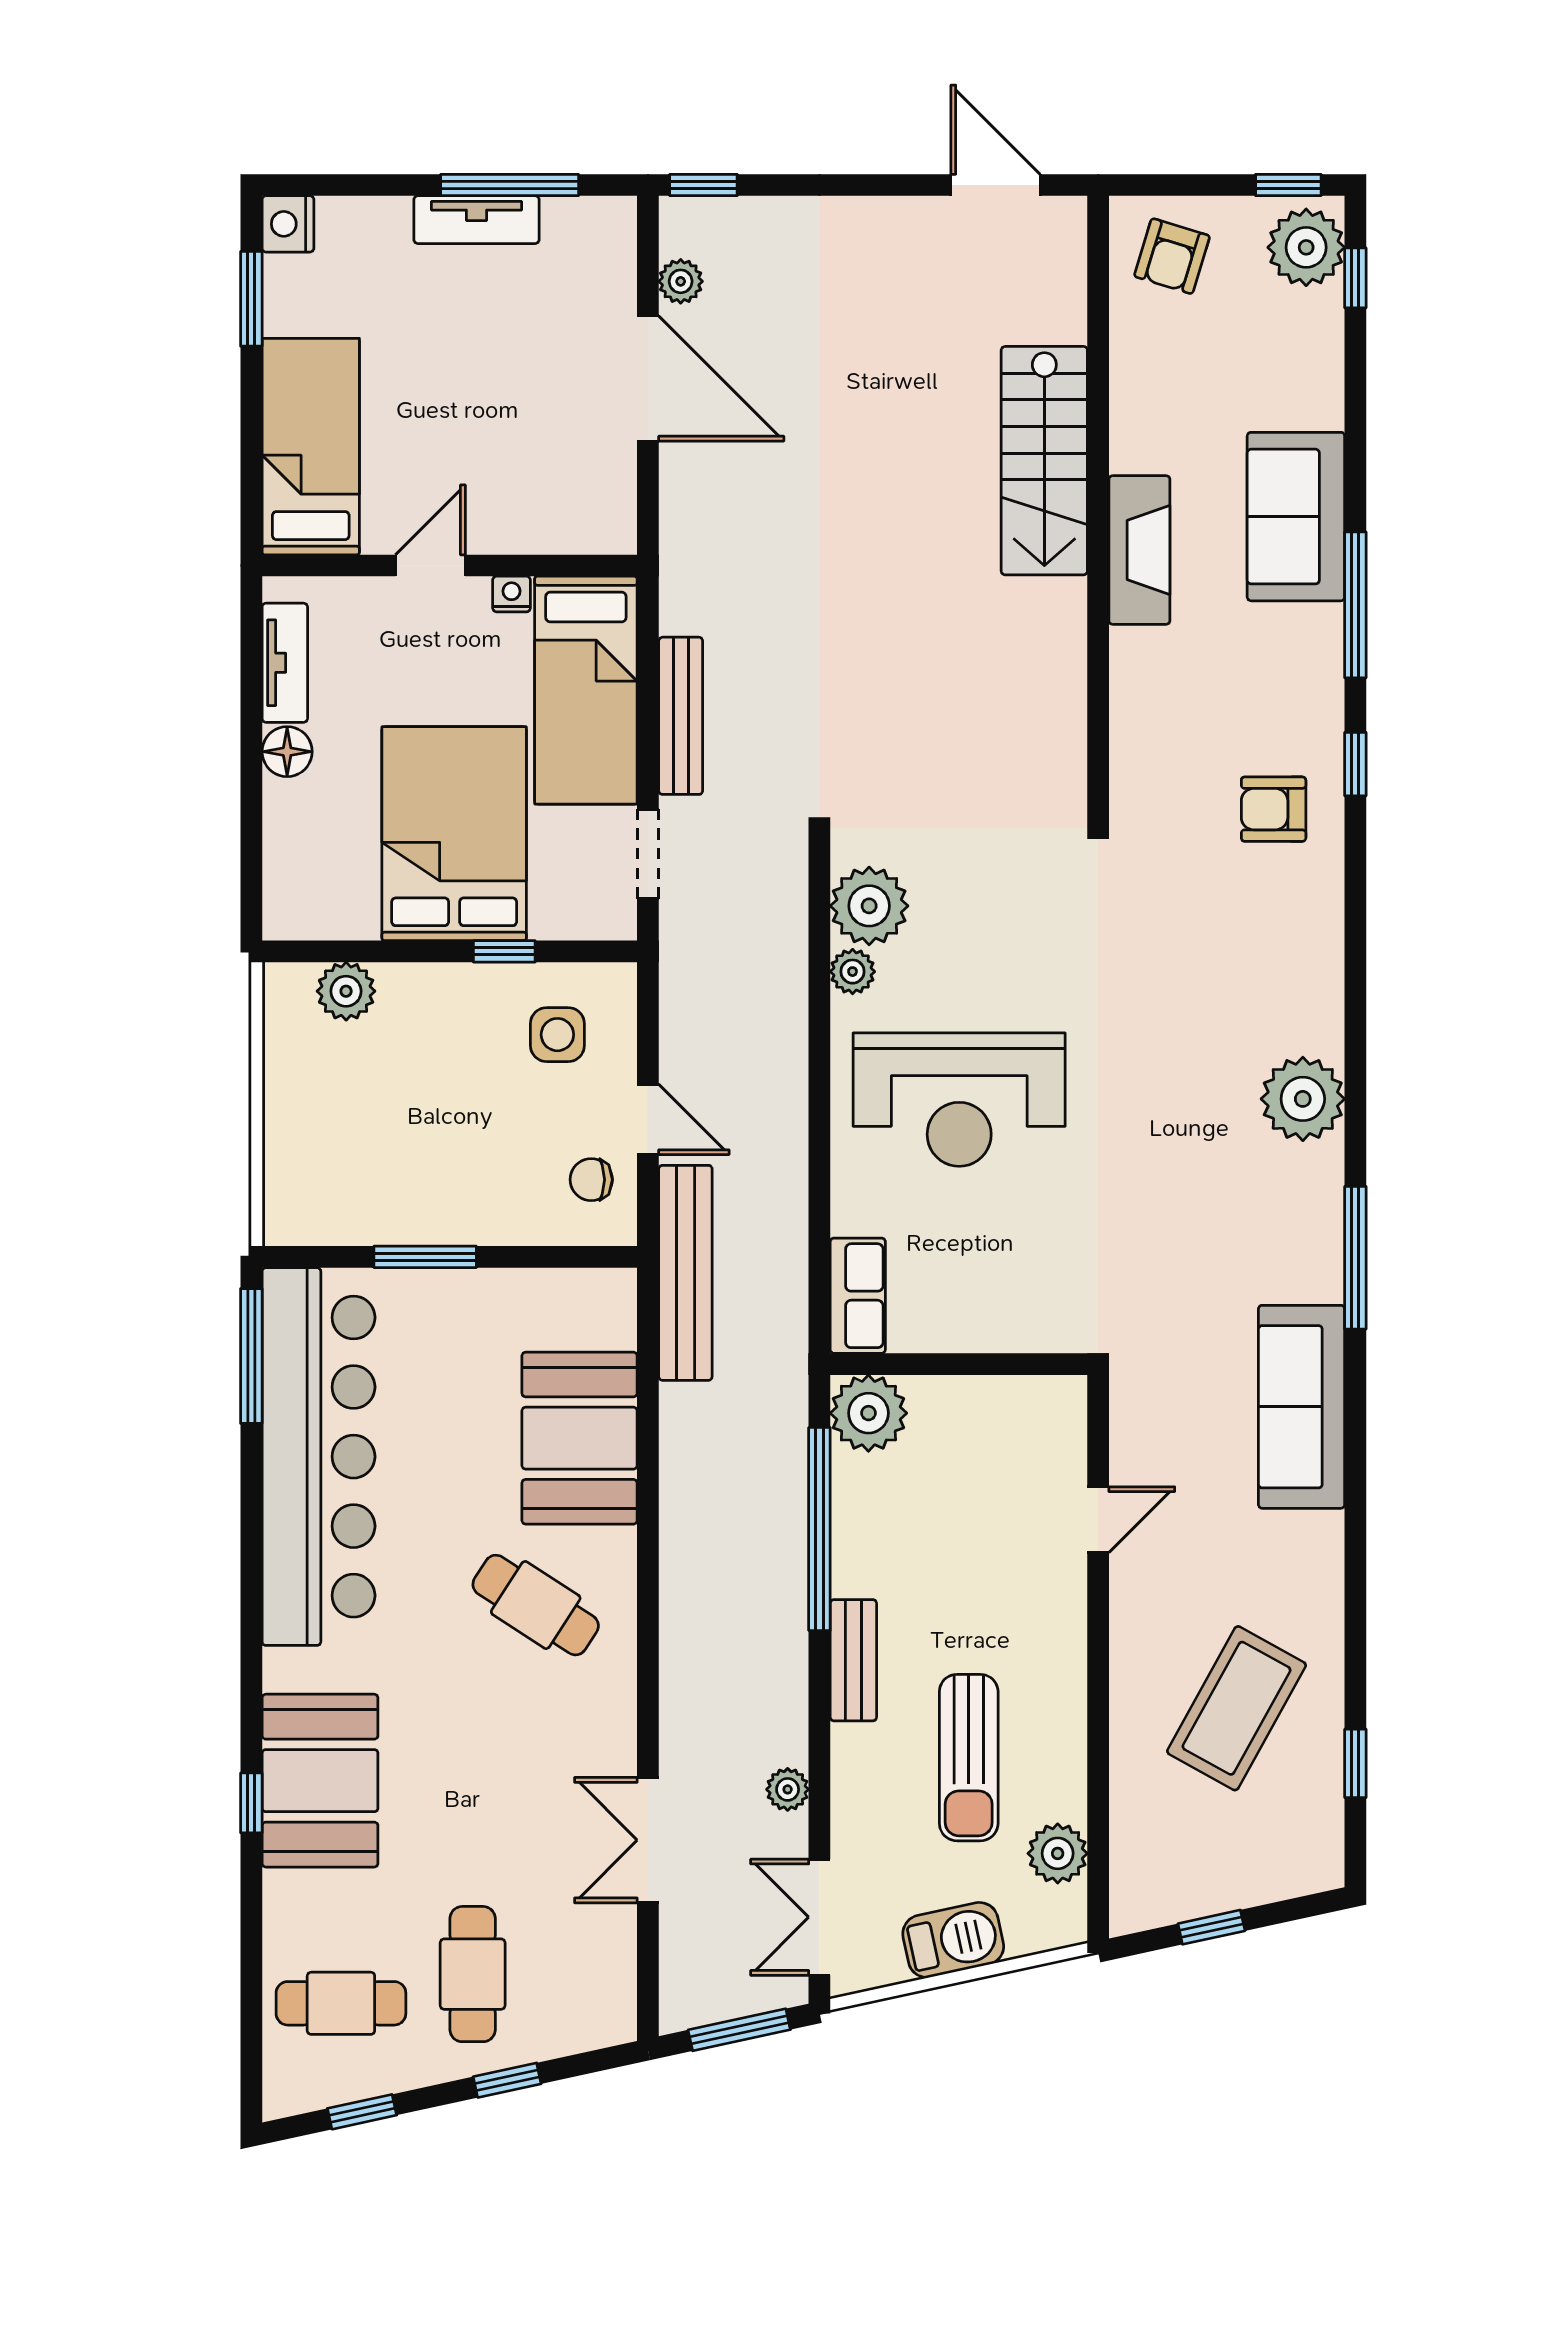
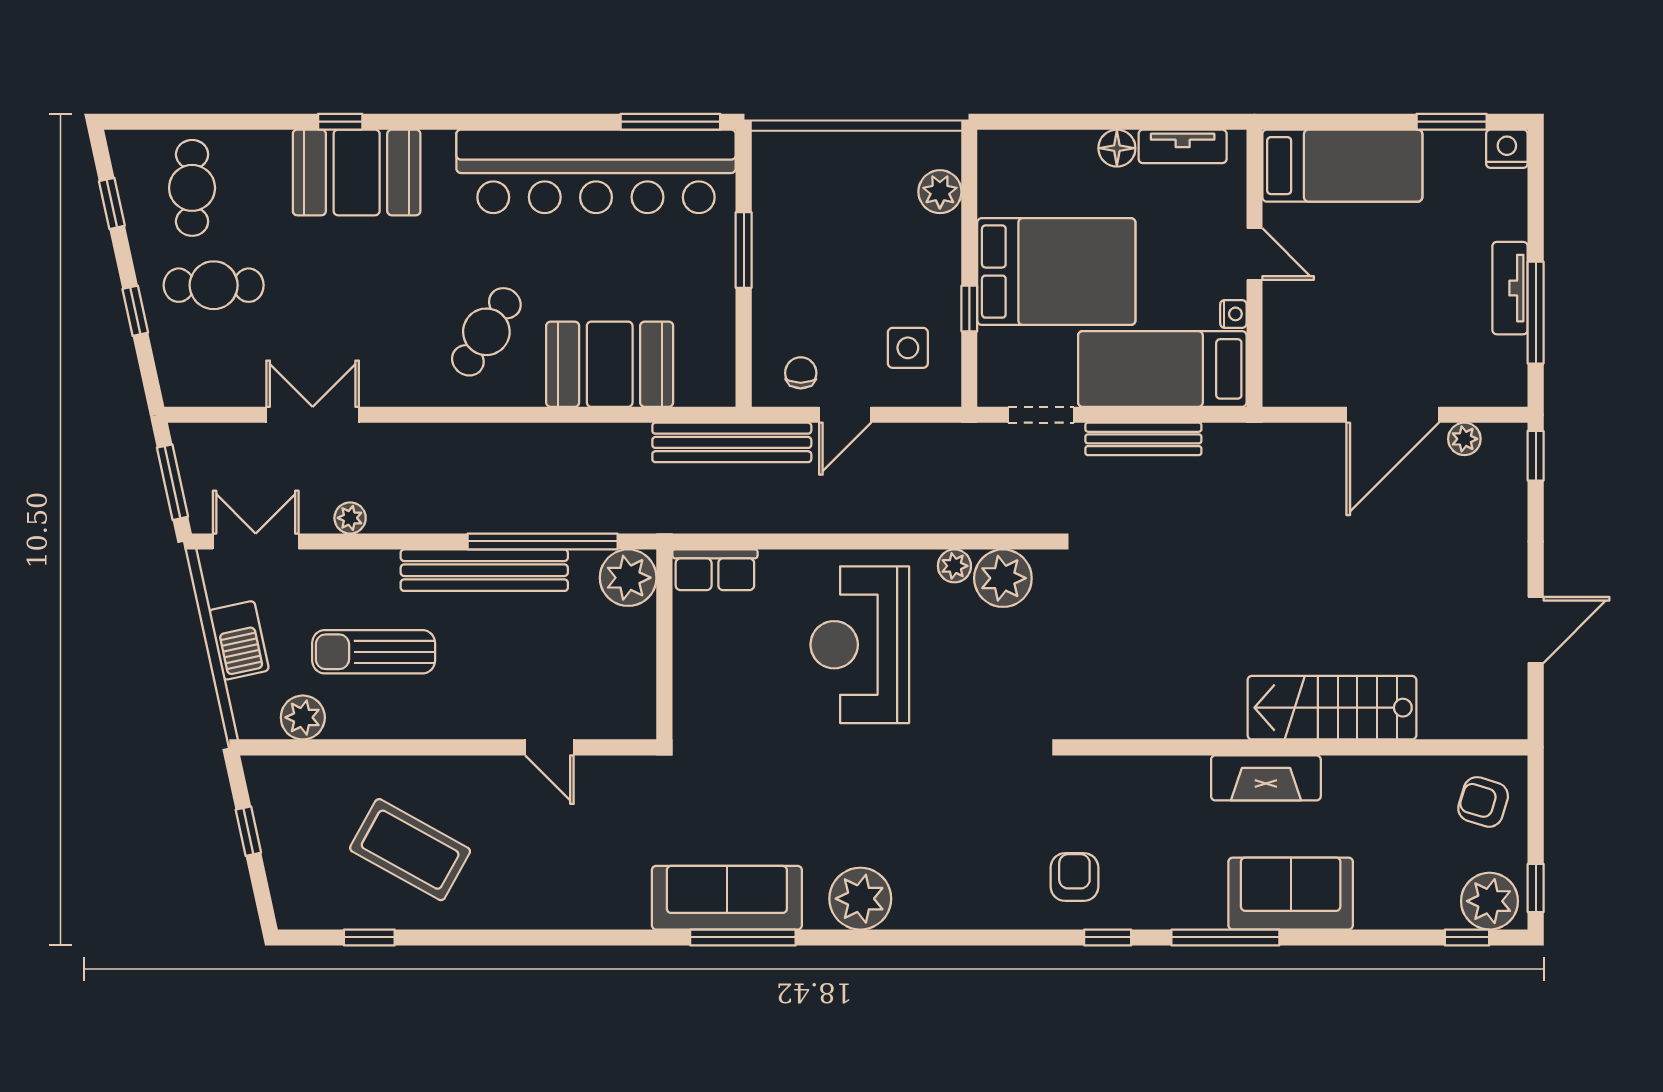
door: (996, 185) -> (1536, 630), moved
sofa: (1302, 1407) -> (727, 898), moved
bench: (853, 1660) -> (484, 570), width x1.86, depth x1.21

